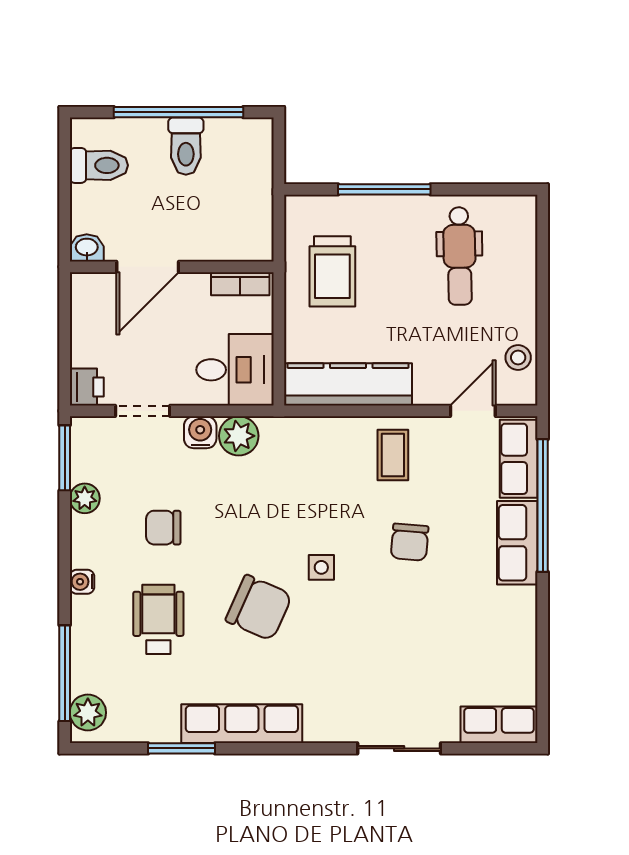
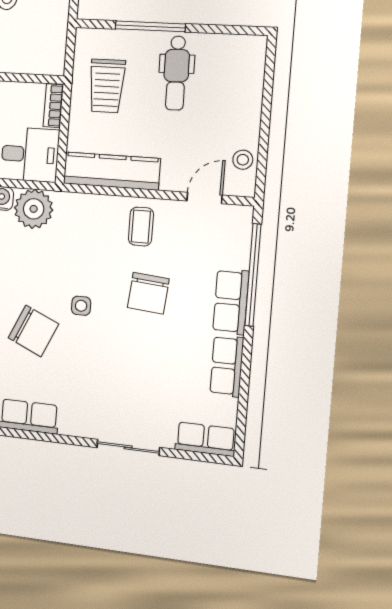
dental chair: (459, 256) -> (176, 73), moved
bookcase: (240, 284) -> (53, 106), moved, turned 90
plant: (239, 436) -> (34, 209), width x1.36, depth x1.36
row of seats: (519, 459) -> (227, 366), moved
chair: (410, 542) -> (148, 293), width x1.37, depth x1.37

